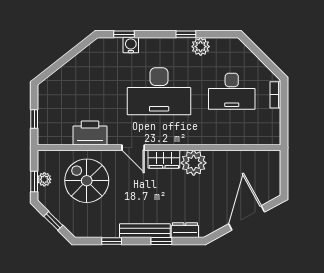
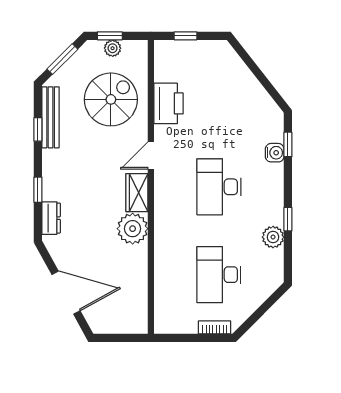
desk: (159, 91) -> (219, 187), width x0.73, depth x0.77
window: (53, 221) -> (62, 59), width x1.50
bench: (145, 231) -> (51, 117), moved

